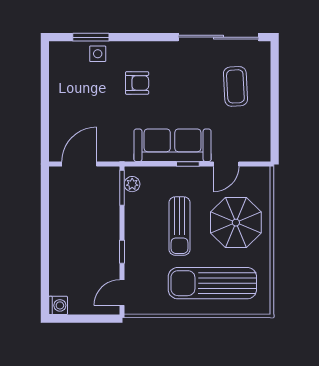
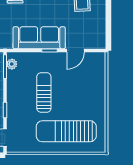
parasol: (236, 223) -> (82, 90), removed
sun lounger: (180, 226) -> (44, 93), turned 180

